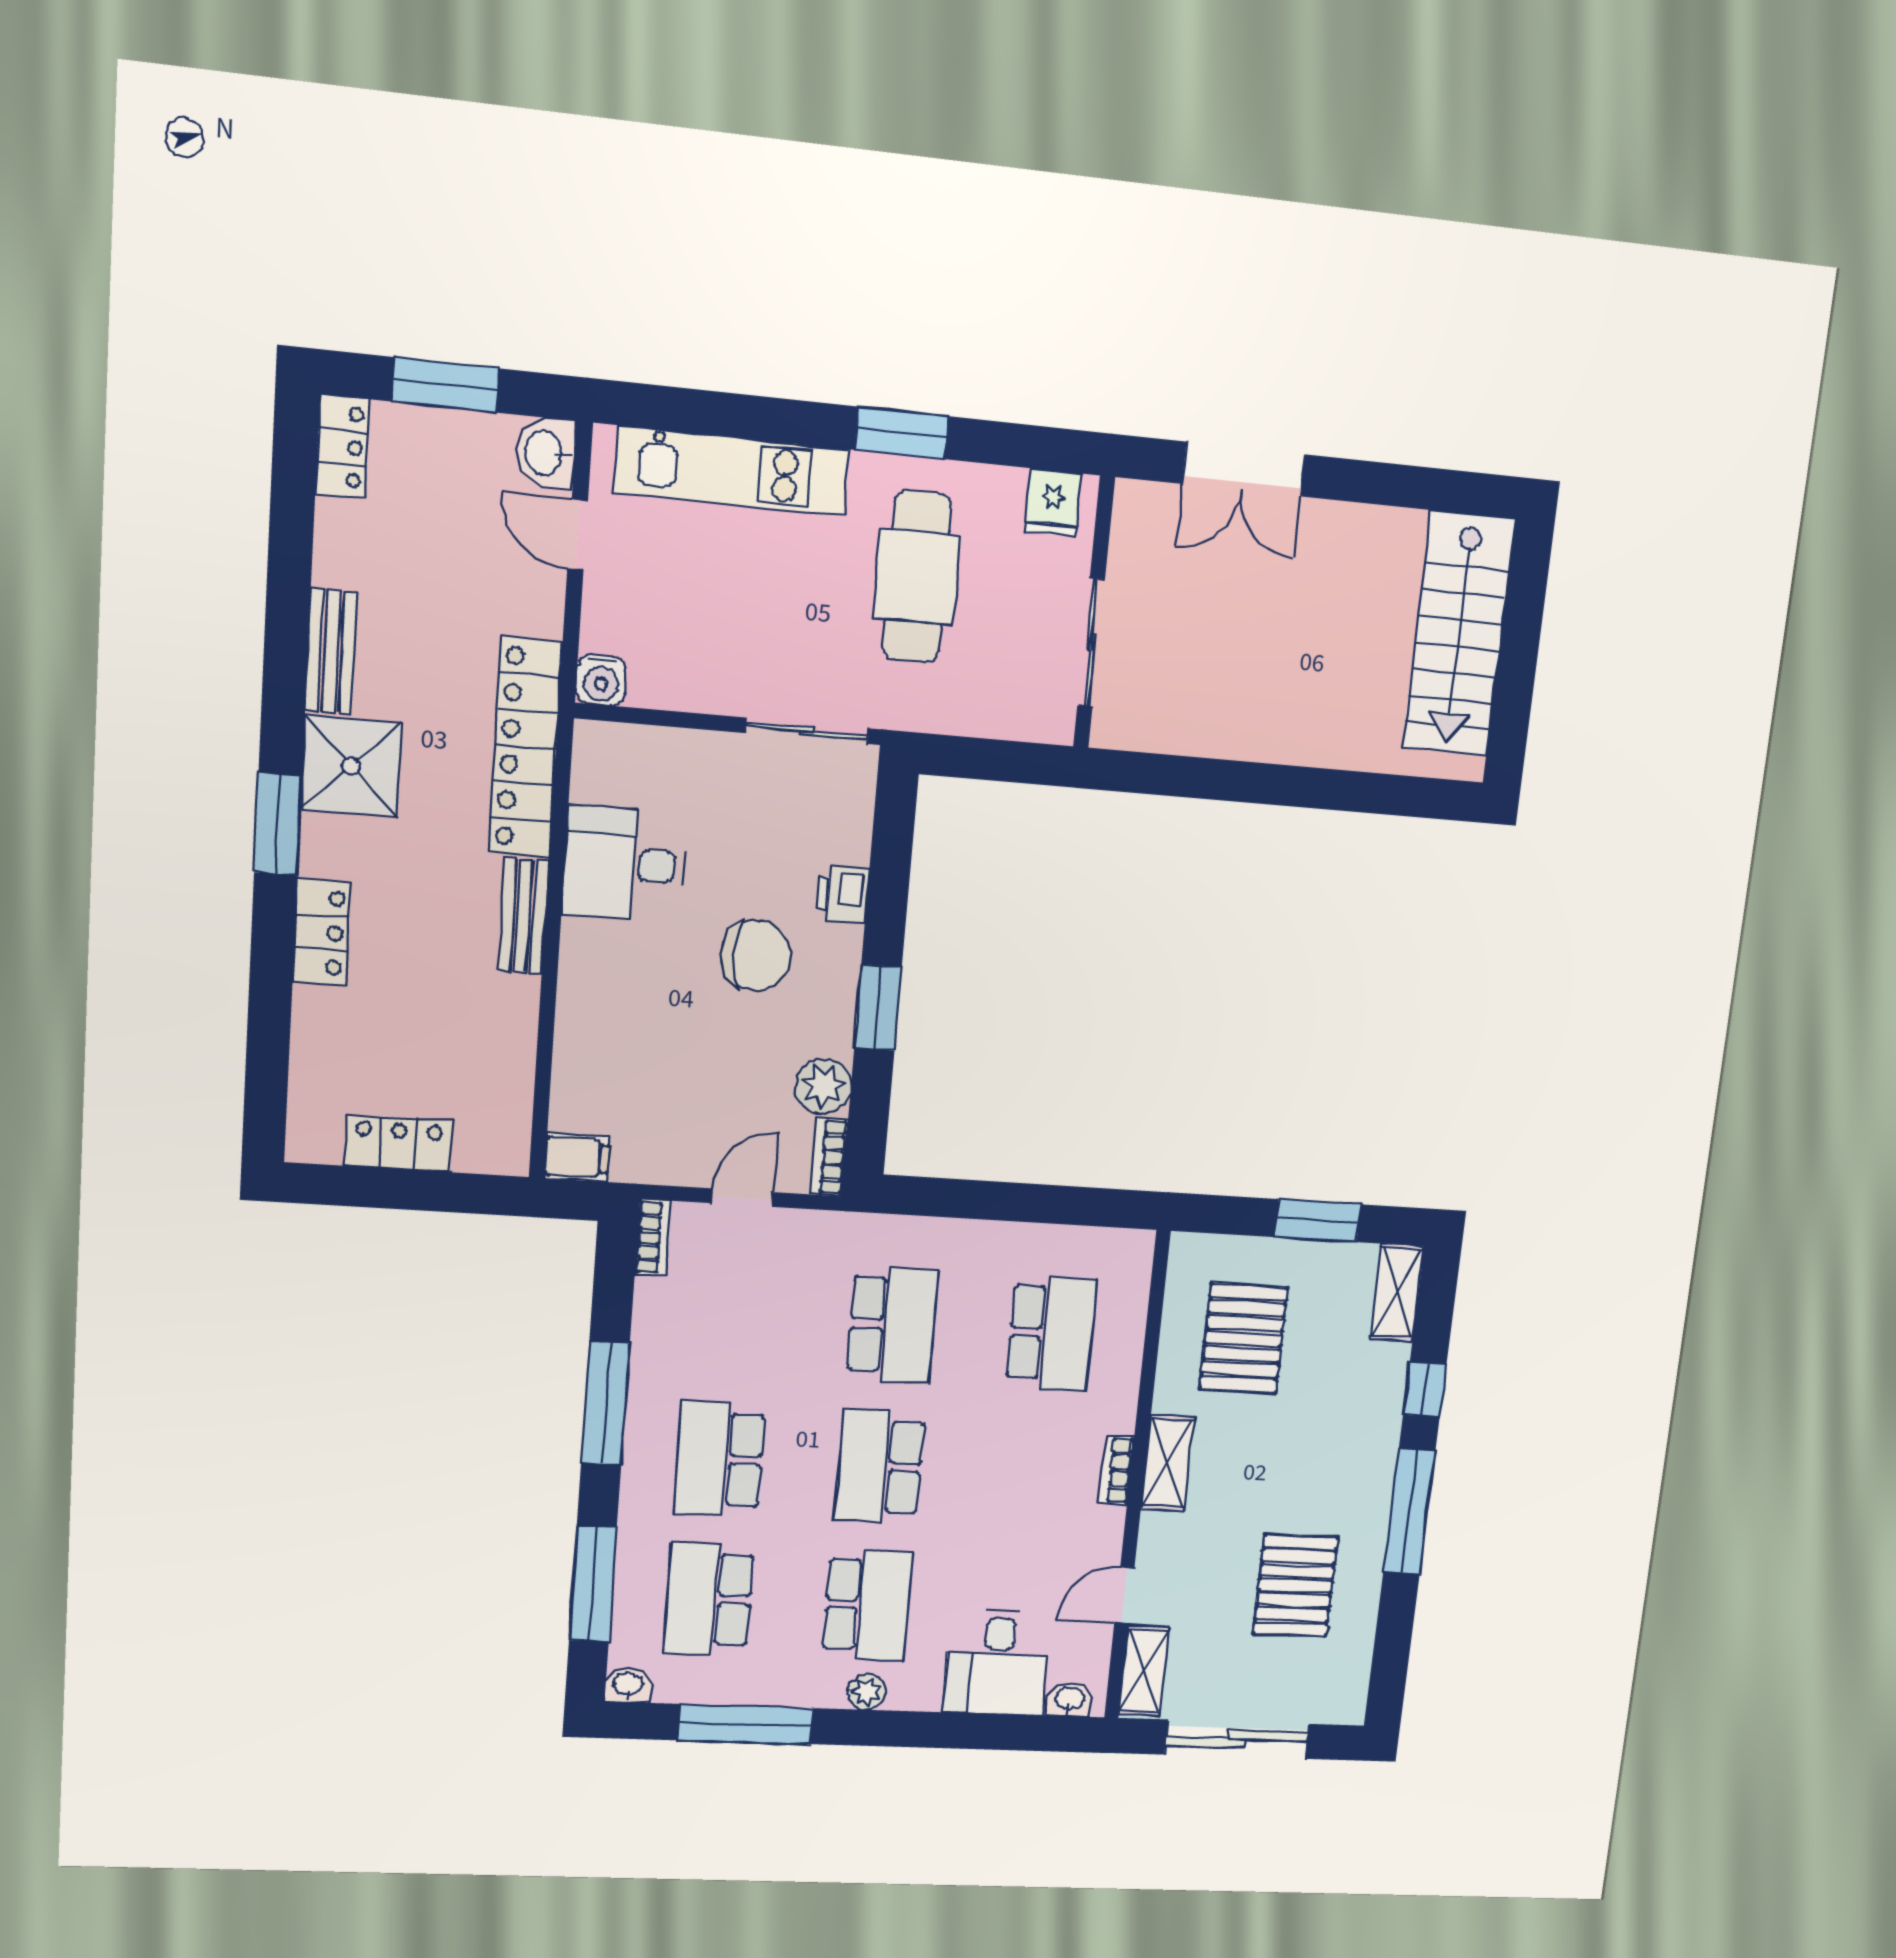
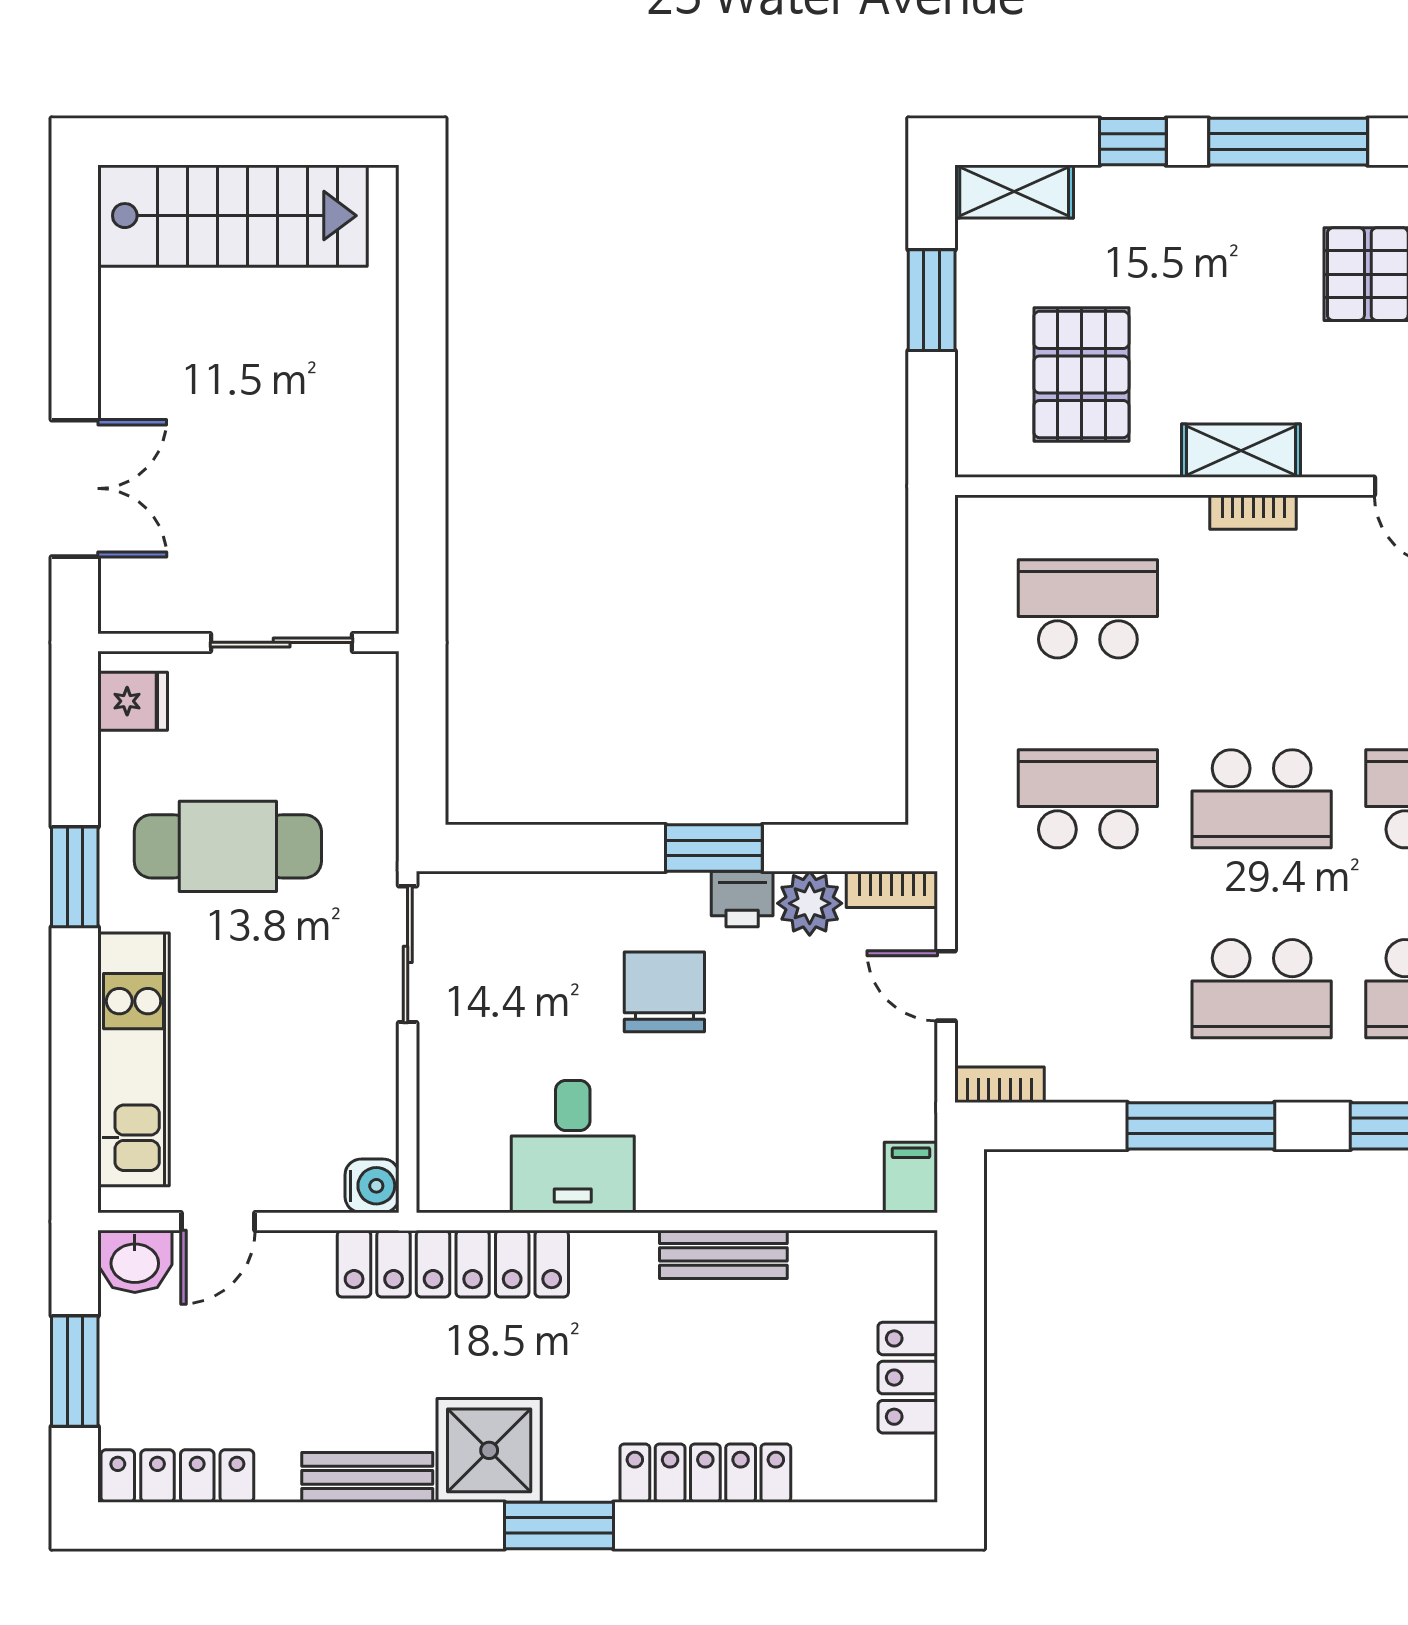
locker: (342, 447) -> (177, 1476), width x1.53
printer: (843, 895) -> (742, 899), moved
bench: (523, 916) -> (723, 1254), moved
locker: (322, 932) -> (705, 1473), width x1.53
pallet: (1243, 1339) -> (1081, 374), turned 90

